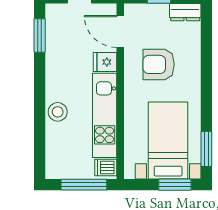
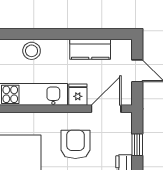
window: (40, 35) -> (102, 34), removed
kitchen counter: (56, 49) -> (90, 49), added

